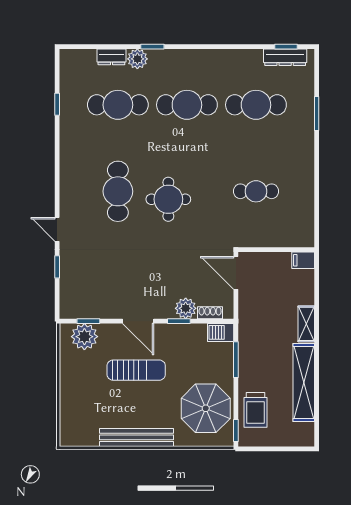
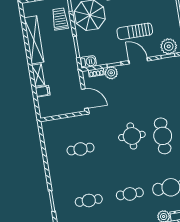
cafe table: (187, 105) -> (130, 194), width x0.73, depth x0.74
cafe table: (256, 105) -> (89, 200), width x0.73, depth x0.74
filing cabinet: (303, 260) -> (43, 91), moved

